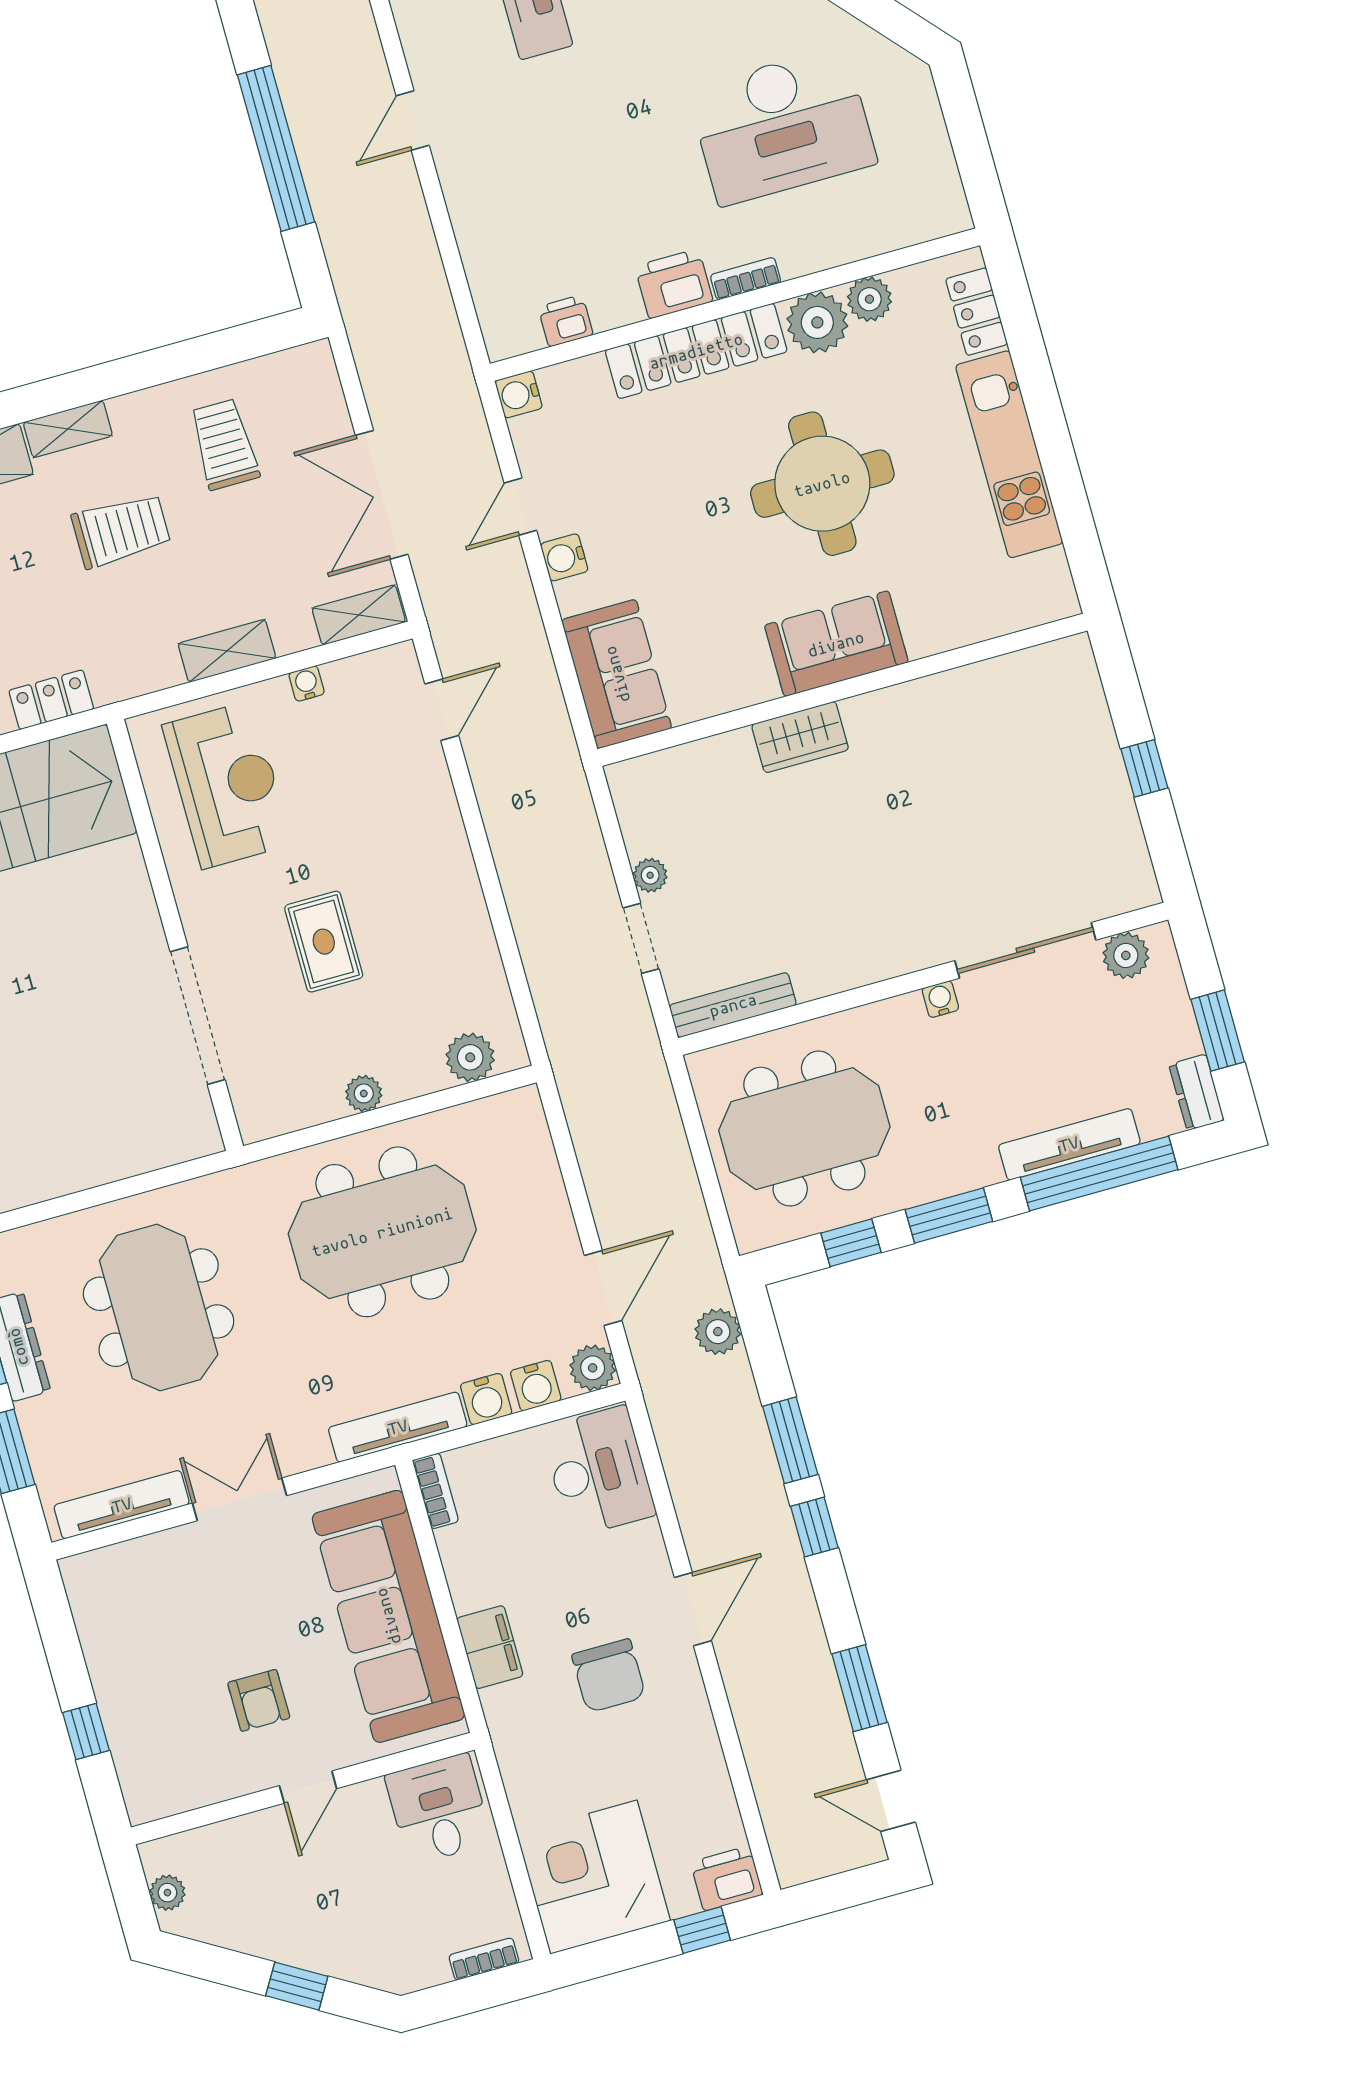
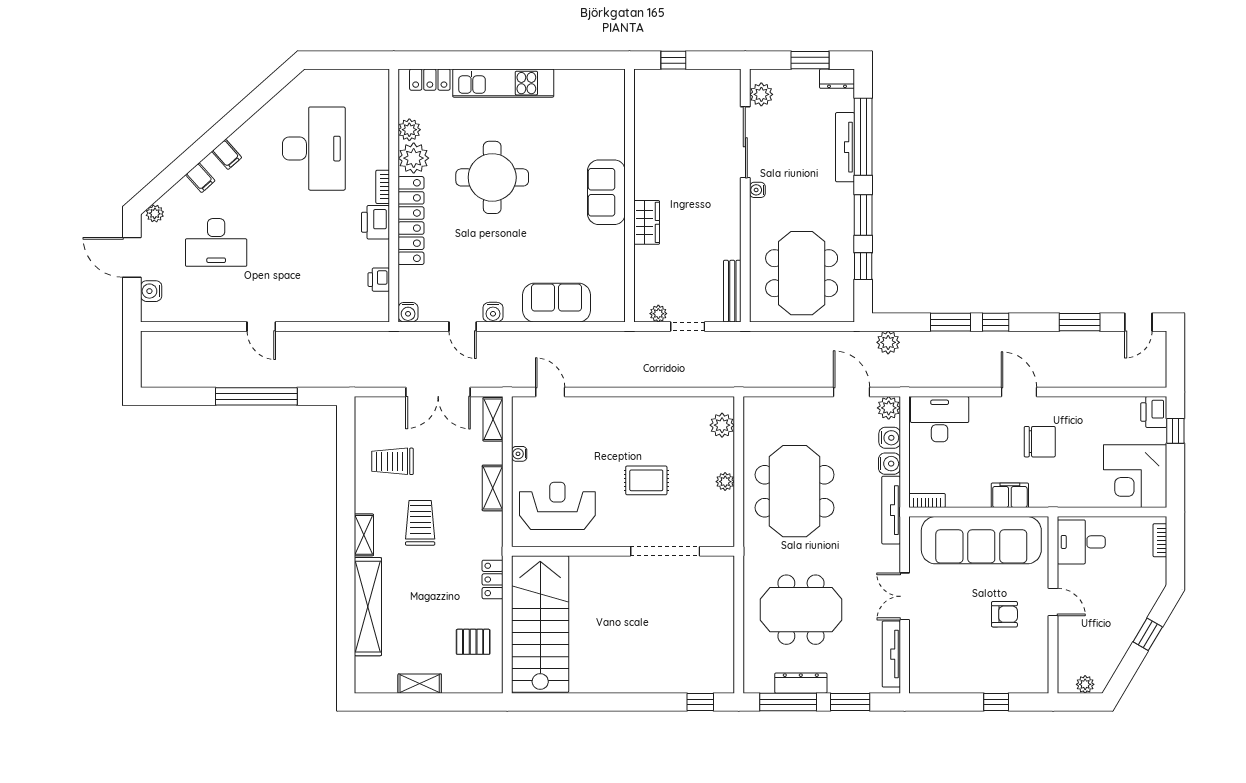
sofa: (836, 644) -> (606, 192), moved
wall: (843, 690) -> (630, 196), moved
wardrobe: (800, 737) -> (647, 222), moved

